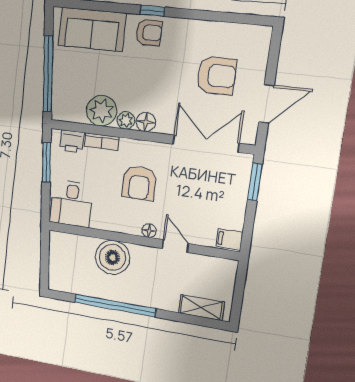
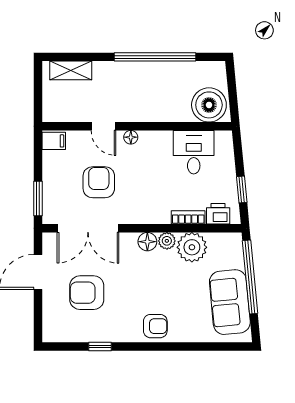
window: (152, 11) -> (100, 347), moved
sofa: (92, 29) -> (230, 302), moved, turned -95
armchair: (149, 33) -> (155, 326), turned 180
window: (46, 162) -> (242, 189), width x0.67
armchair: (139, 183) -> (99, 182), moved
desk: (71, 203) -> (194, 152), moved
boiler: (112, 257) -> (209, 105), moved

